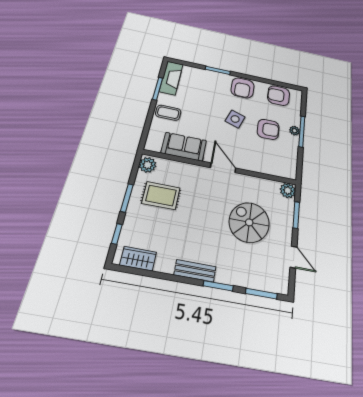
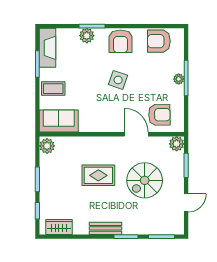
plant: (211, 77) -> (87, 36), added
armchair: (268, 129) -> (159, 115), moved
sofa: (184, 147) -> (59, 121), moved
door: (223, 168) -> (136, 134), moved
rug: (161, 195) -> (98, 175), moved
spiral stairs: (249, 222) -> (145, 180), turned -90
door: (294, 257) -> (186, 203), hinge flipped

